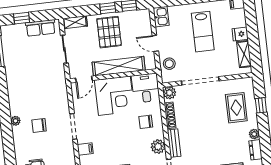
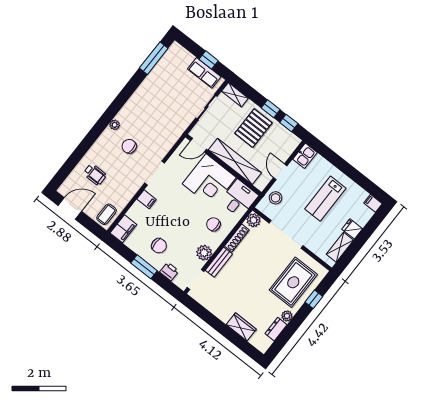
window: (22, 18) -> (209, 60), moved
rug: (236, 108) -> (293, 282), width x1.36, depth x1.43

